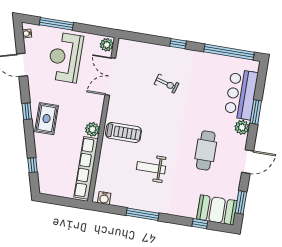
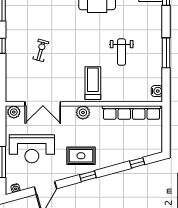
rug: (47, 119) -> (81, 156), moved
plant: (92, 129) -> (83, 112), moved

